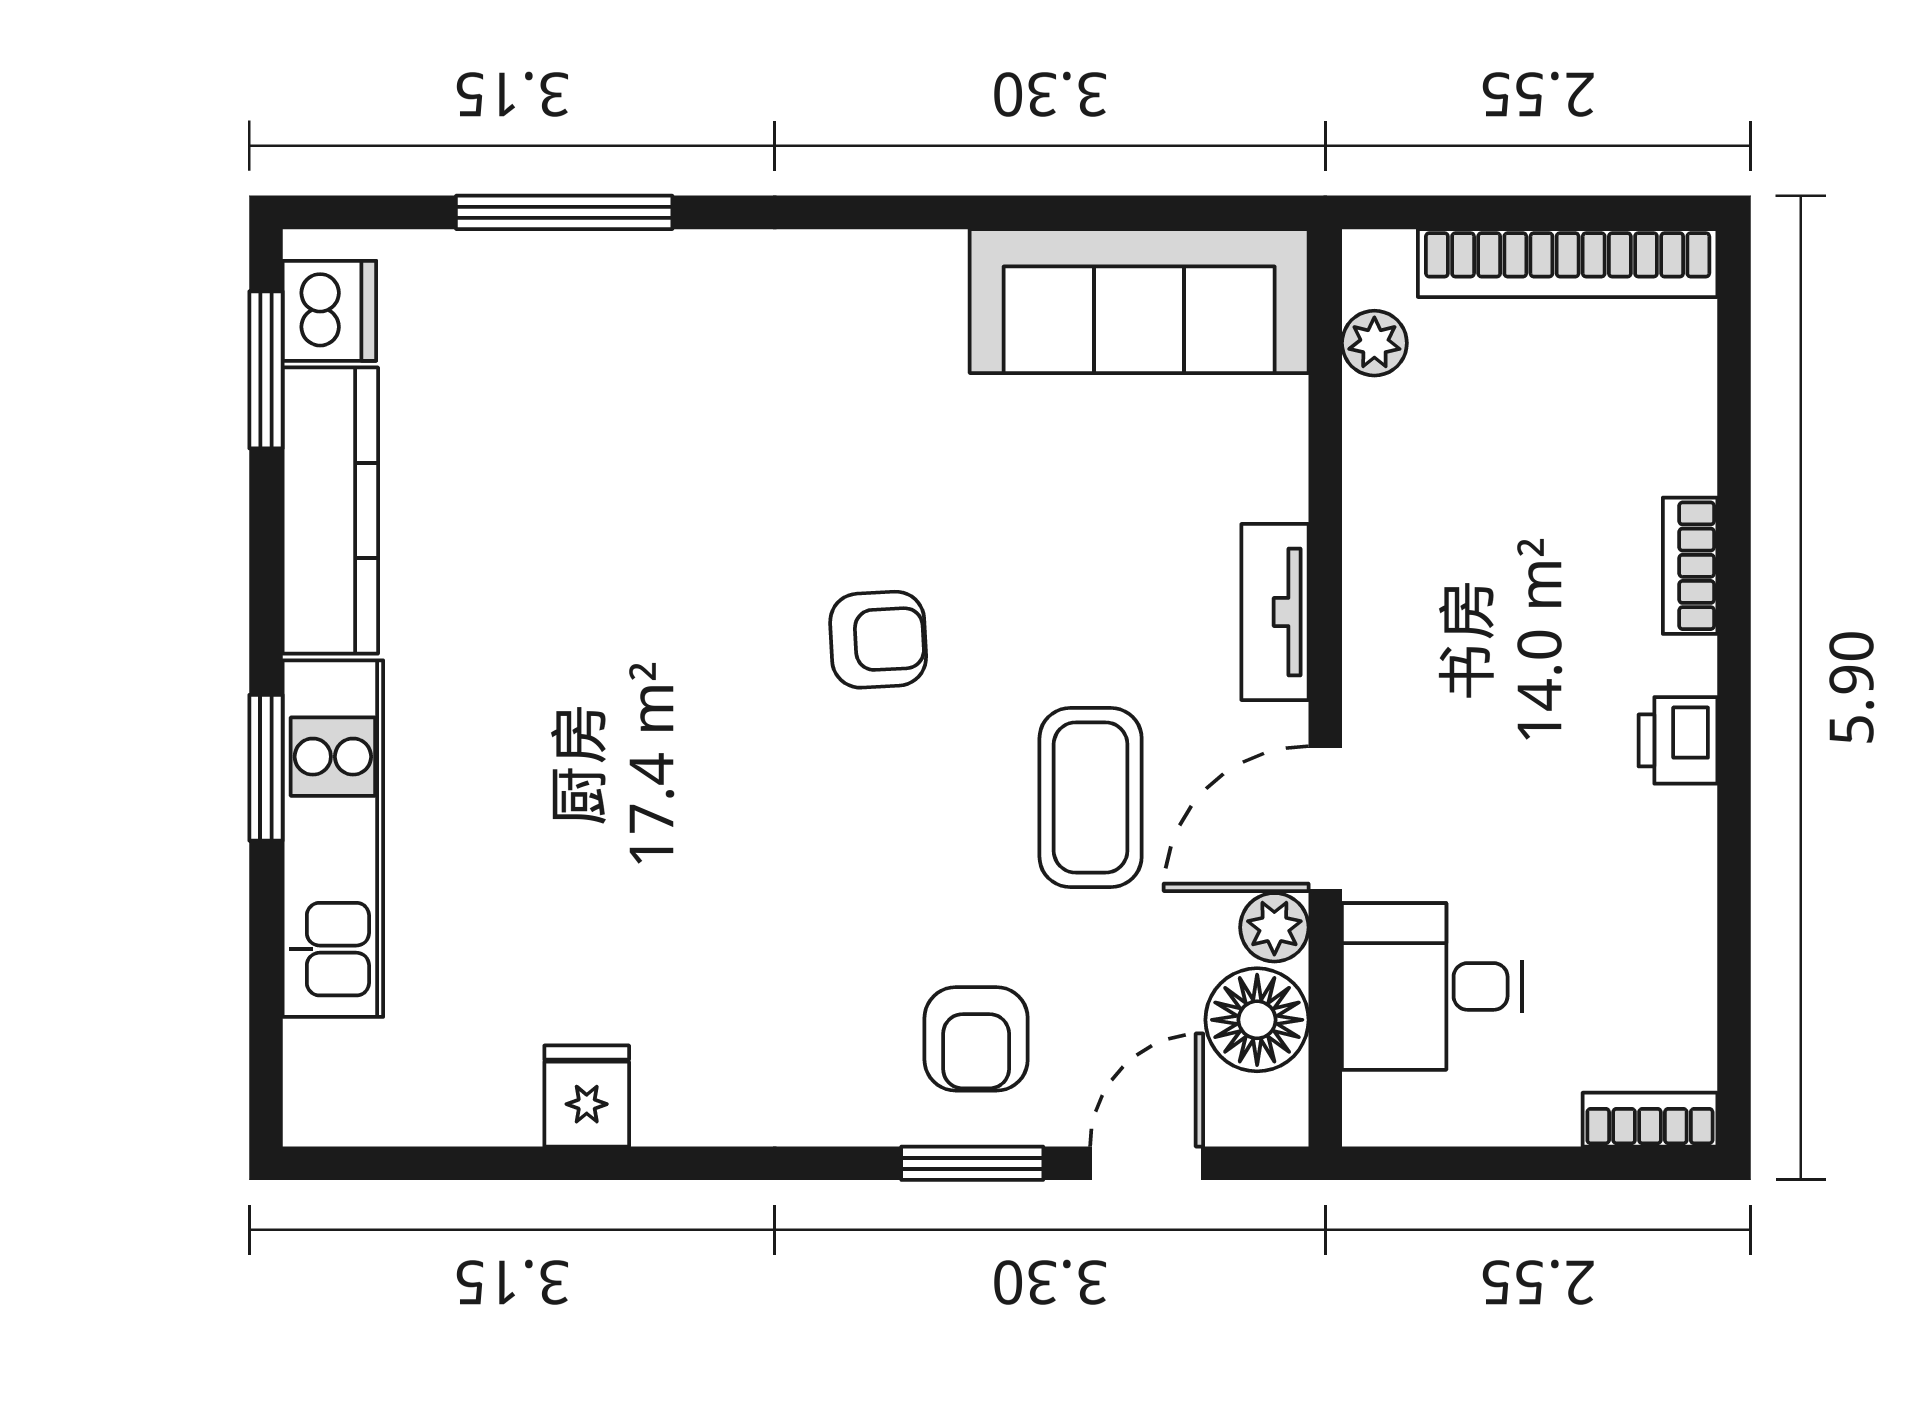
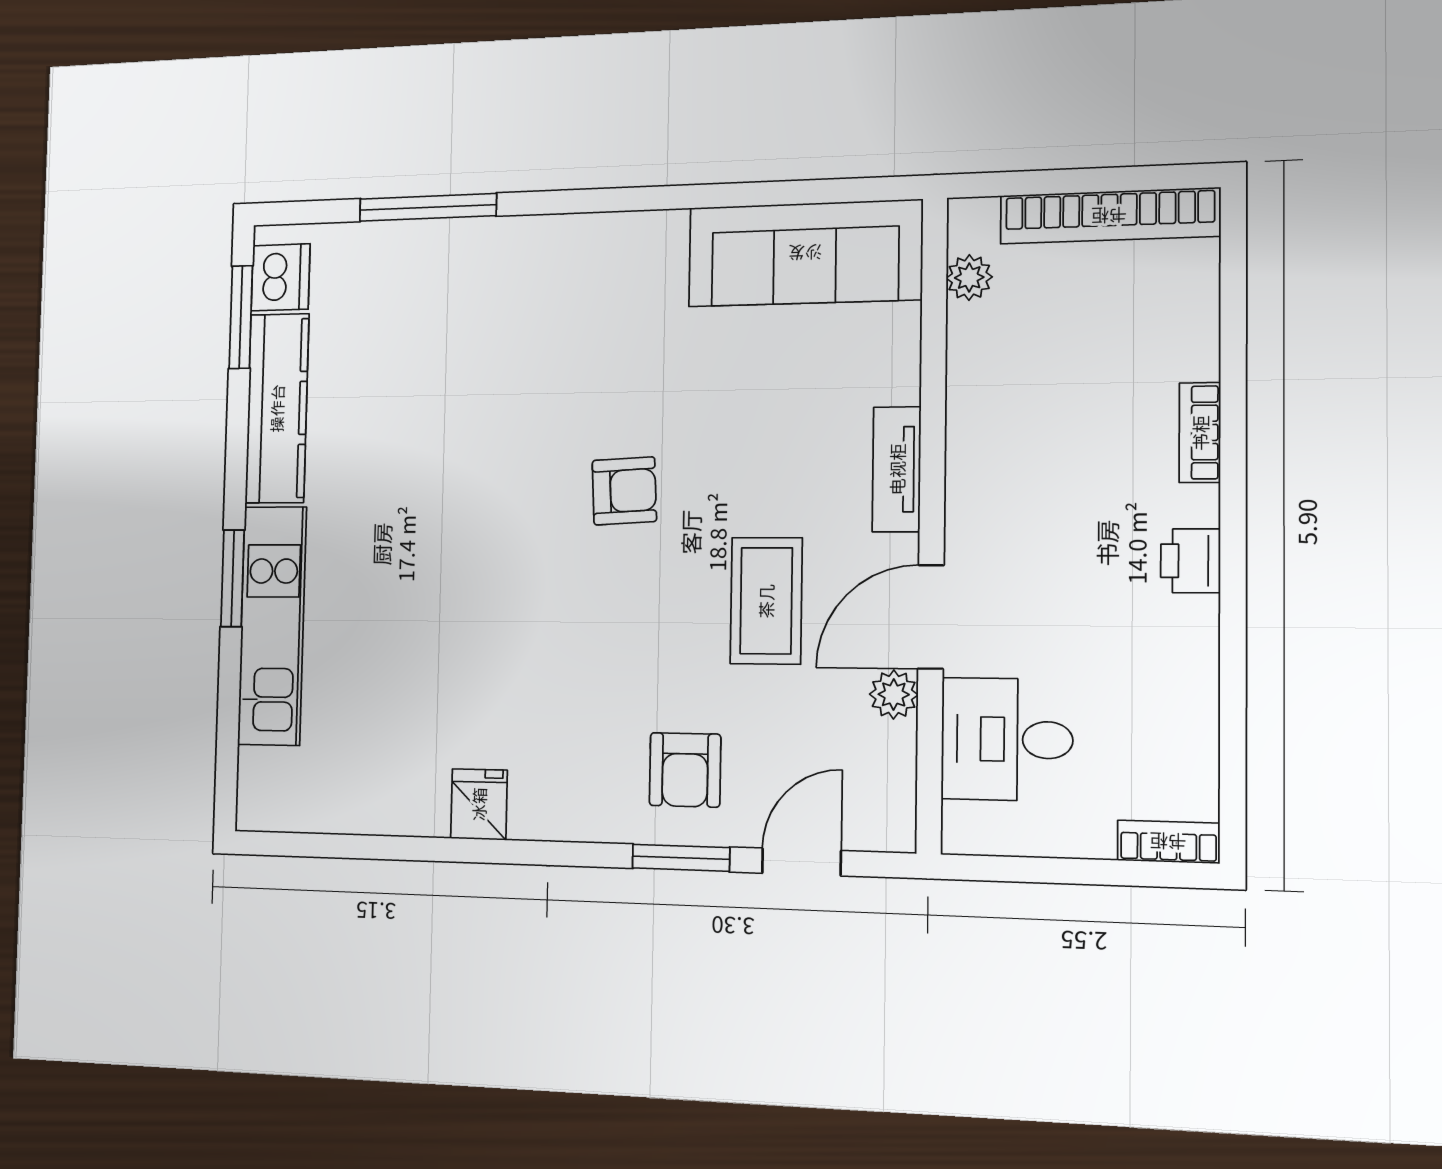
floor lamp: (1257, 1020) -> (881, 761), removed
fridge: (587, 1096) -> (479, 804), moved

